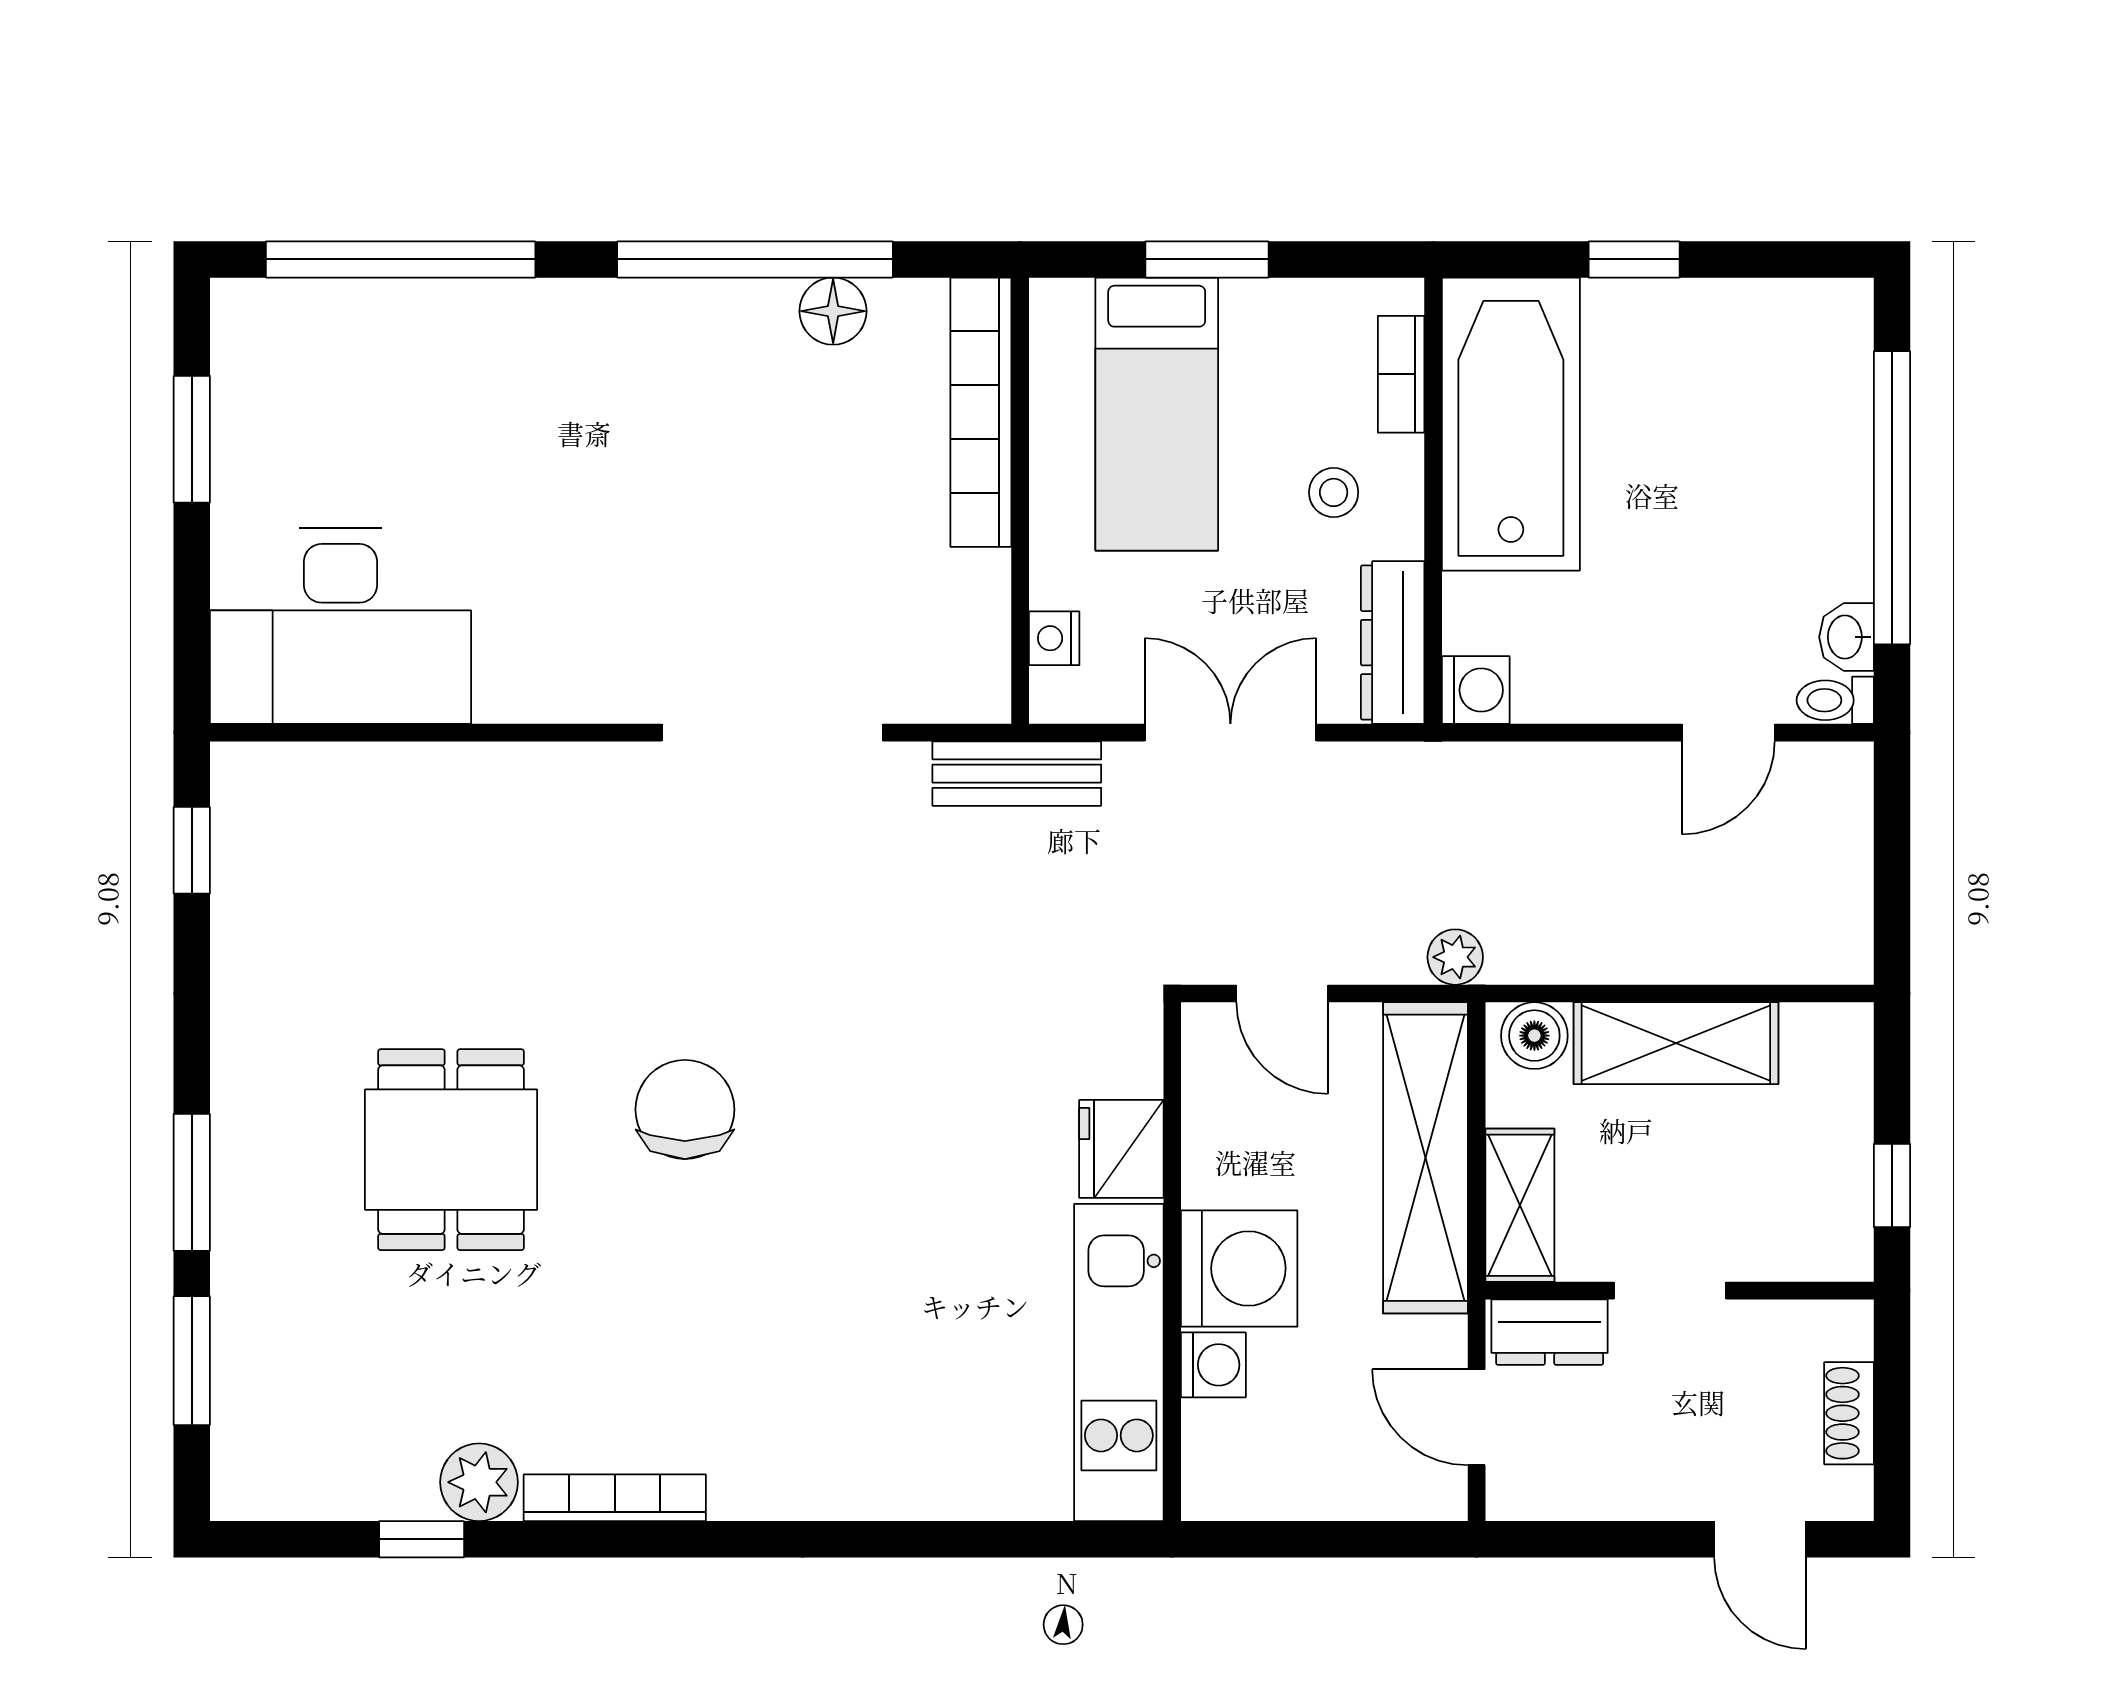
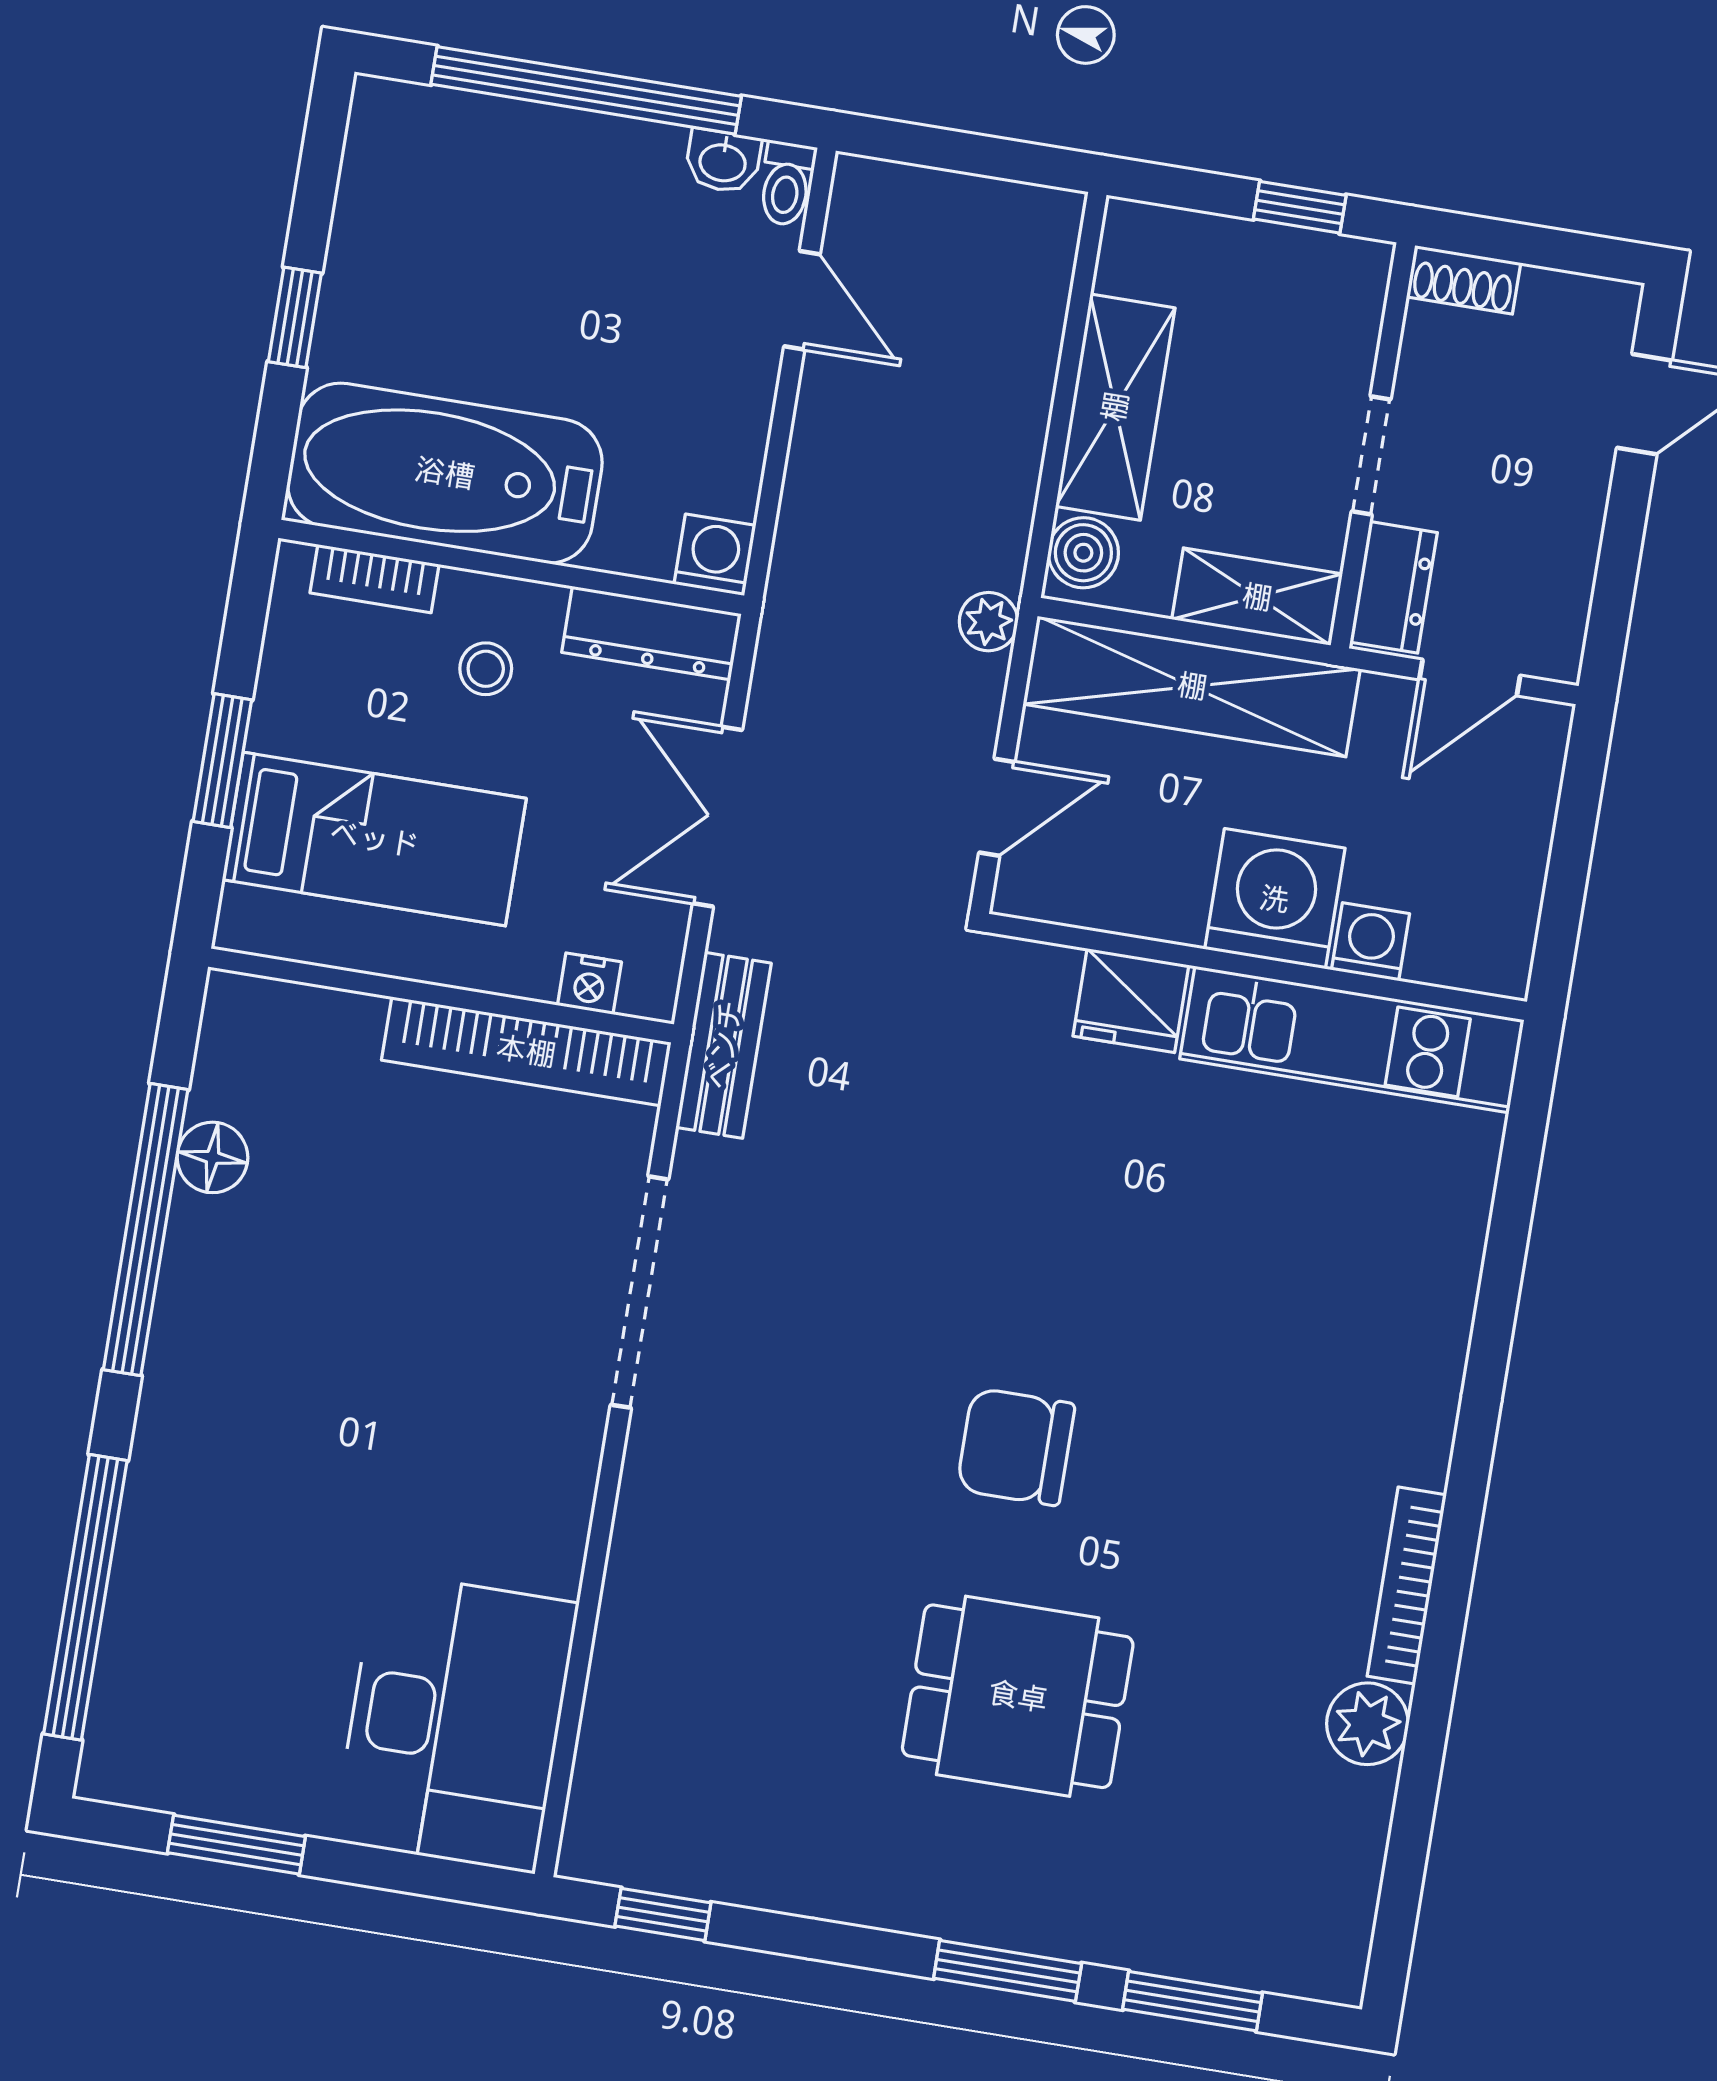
bookcase: (981, 412) -> (526, 1051), moved
shoe rack: (1849, 1413) -> (1464, 280), moved
window: (422, 1539) -> (1417, 1793), removed

